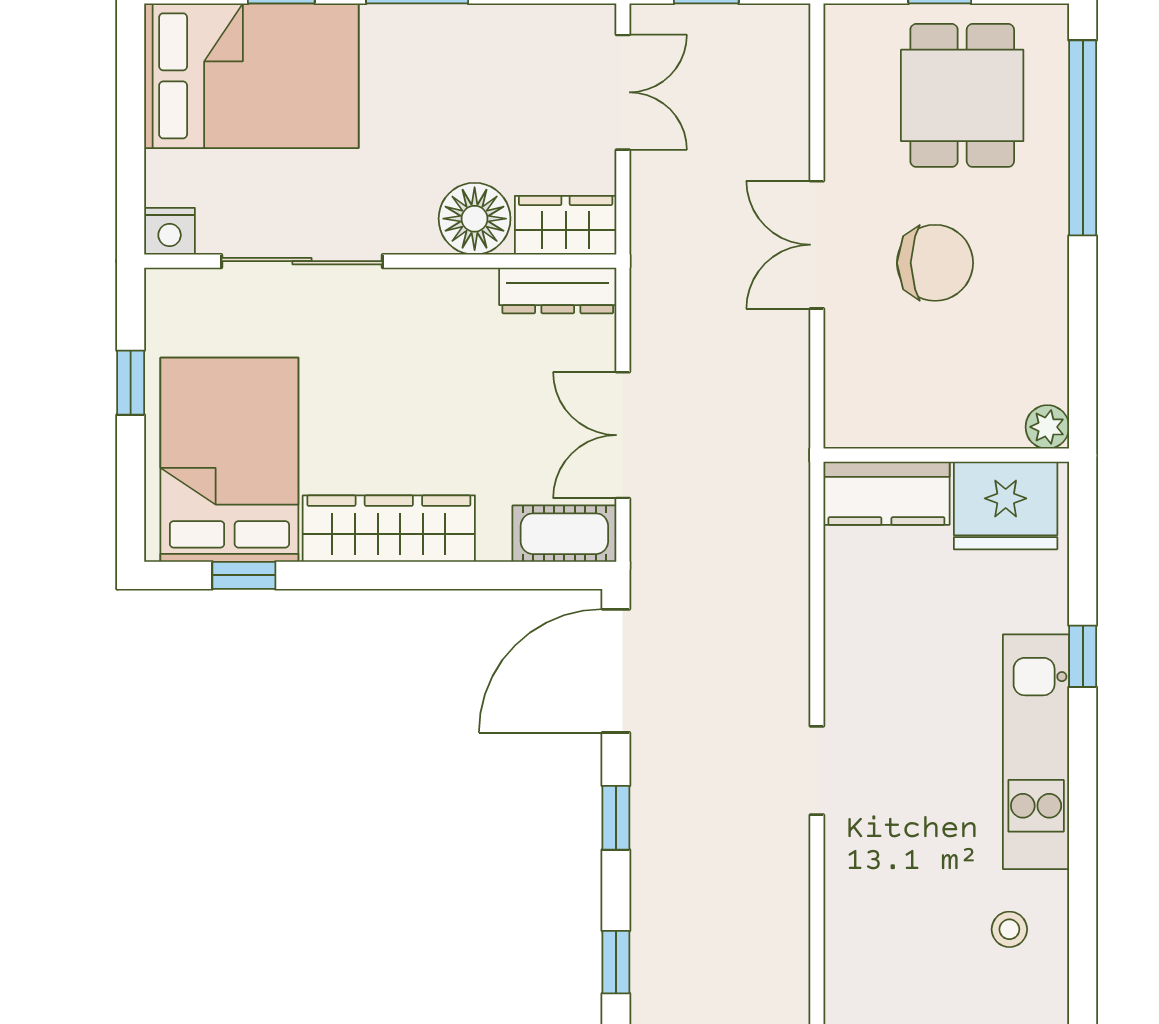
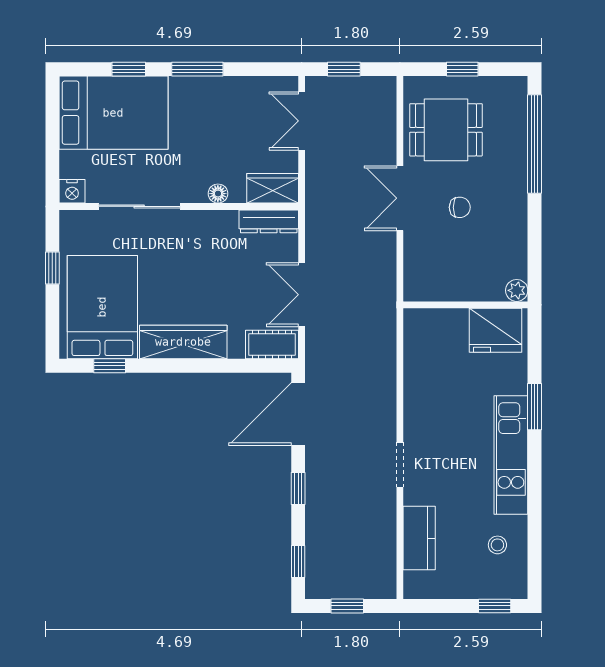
double door: (623, 92) -> (302, 121), swing flipped
dining table: (962, 95) -> (446, 130), moved, turned 90
floor lamp: (475, 219) -> (218, 194), width x0.53, depth x0.53
chair: (935, 263) -> (460, 207), width x0.54, depth x0.54
kitchen counter: (886, 493) -> (419, 538), moved, turned -90
window: (1083, 656) -> (535, 407), width x1.50

